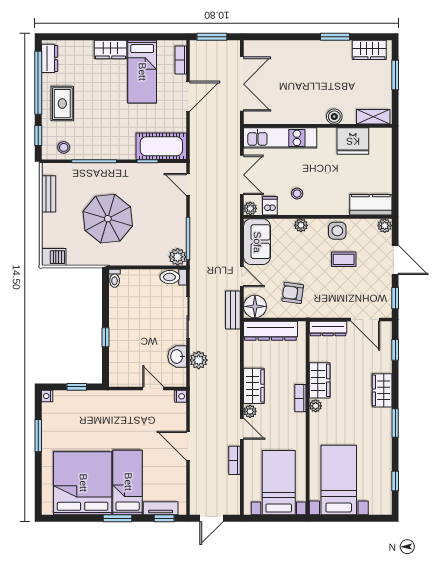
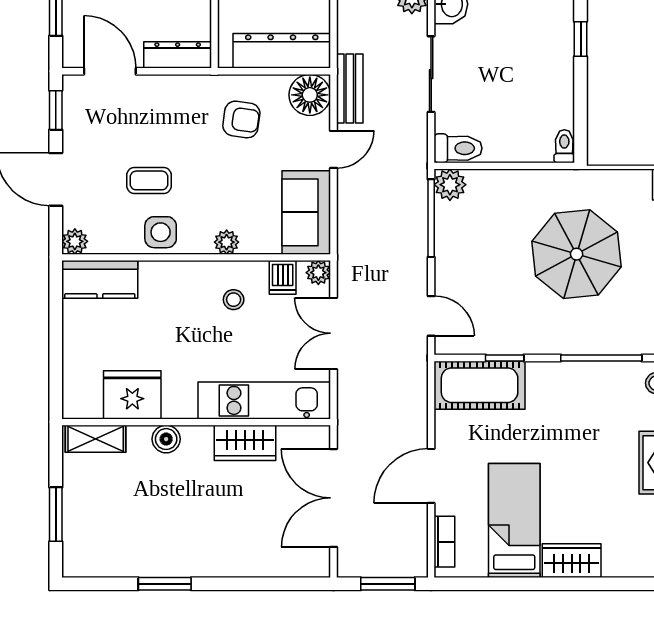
wardrobe: (369, 50) -> (245, 443), moved, turned 180
door: (242, 276) -> (333, 149), swing flipped

